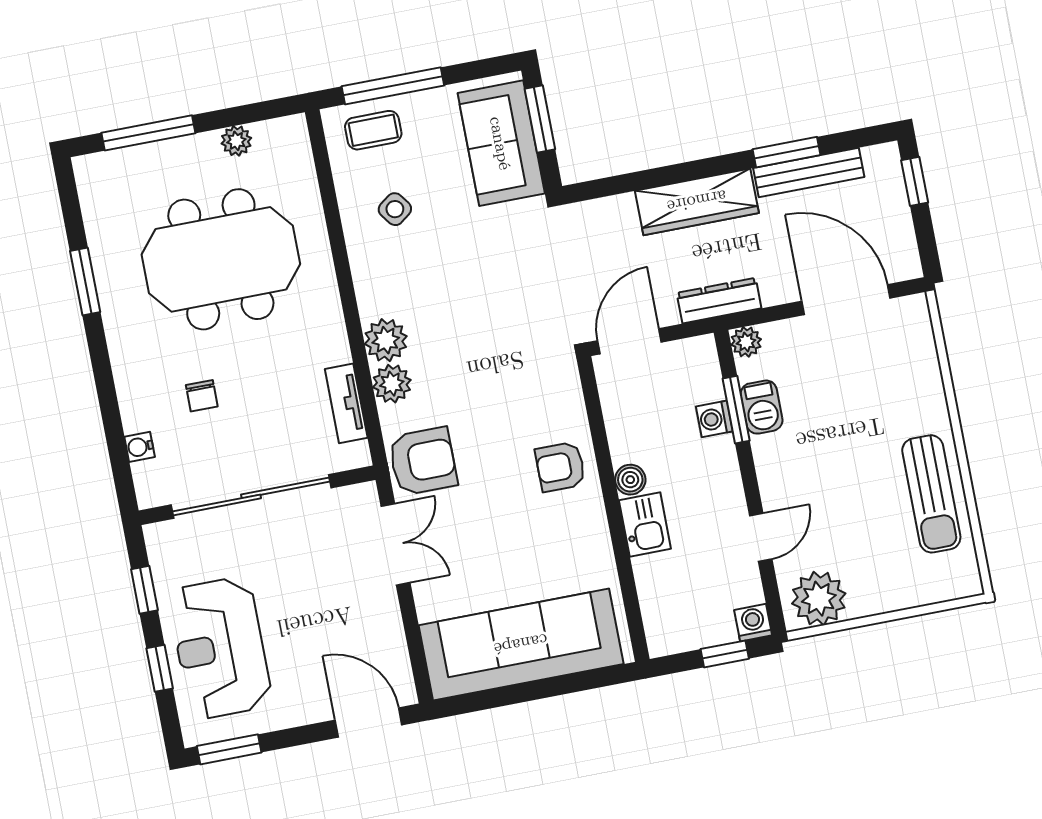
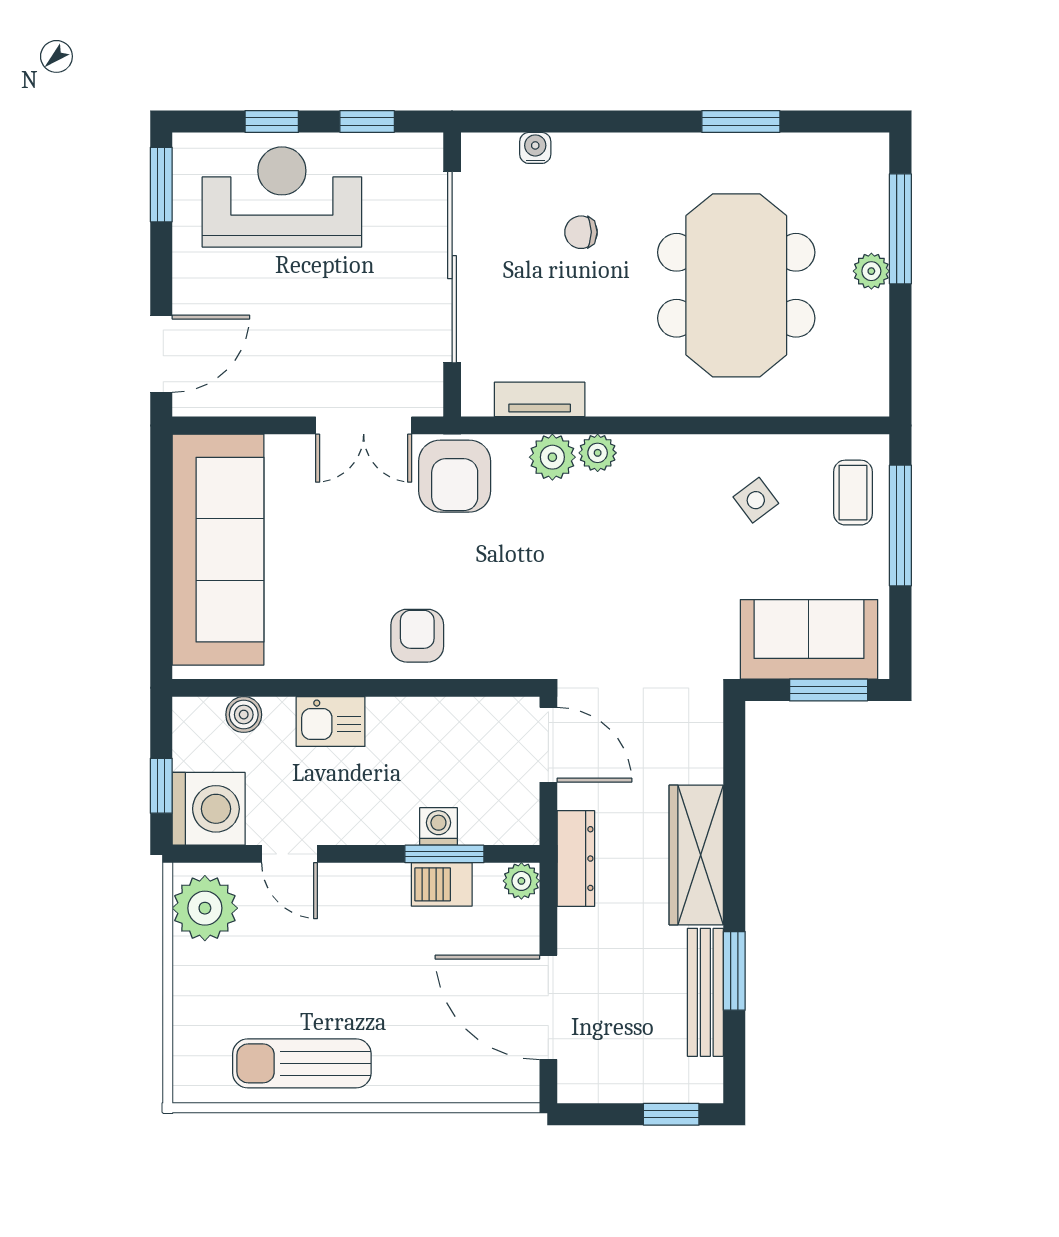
plant: (236, 141) -> (871, 271), moved
door: (846, 300) -> (548, 1007), swing flipped
plant: (386, 340) -> (598, 453), width x0.73, depth x0.73
boiler: (630, 480) -> (244, 715), moved
washing machine: (753, 623) -> (209, 809), width x1.89, depth x1.89

